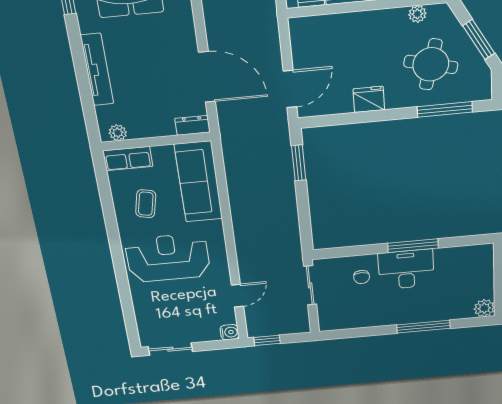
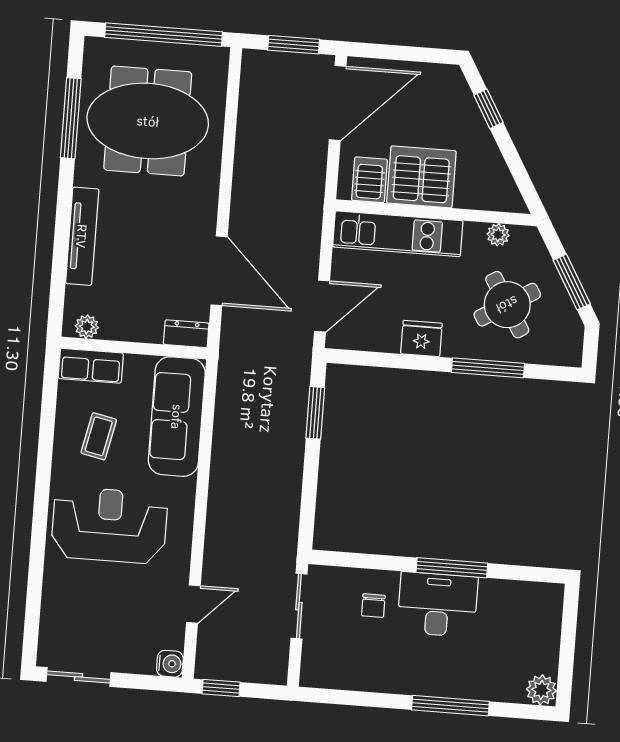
kitchen unit: (339, 27) -> (398, 234), added
round table: (431, 64) -> (507, 305), turned 45
window: (445, 109) -> (488, 368), moved

